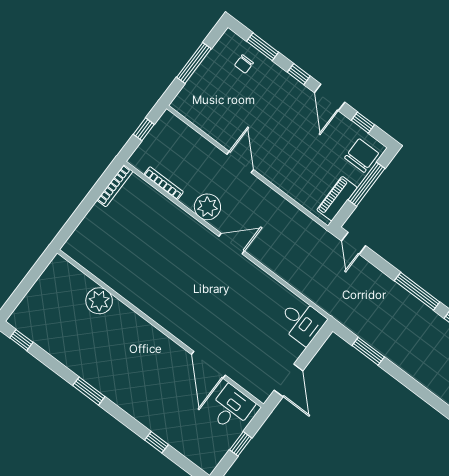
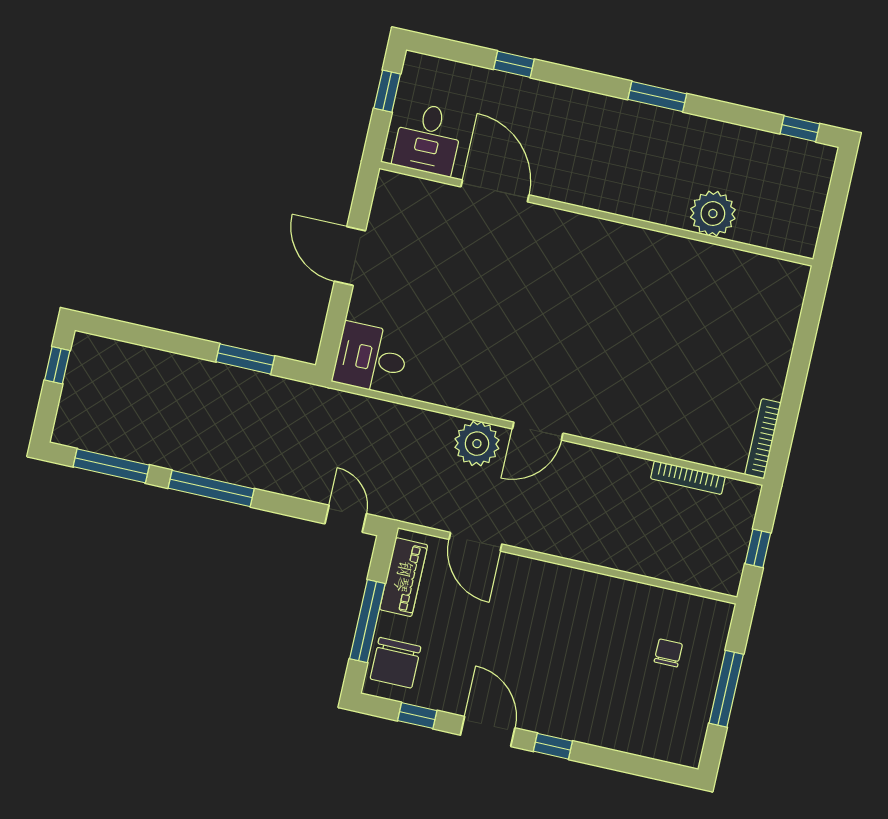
window: (263, 47) -> (630, 763), removed
chair: (244, 64) -> (668, 653), moved
door: (240, 162) -> (475, 542), moved
plant: (207, 207) -> (477, 444), moved
plant: (99, 301) -> (713, 214), moved
wall: (160, 329) -> (596, 214), moved
door: (208, 365) -> (495, 191), moved
desk: (231, 408) -> (428, 139), moved
window: (241, 444) -> (387, 91), moved

